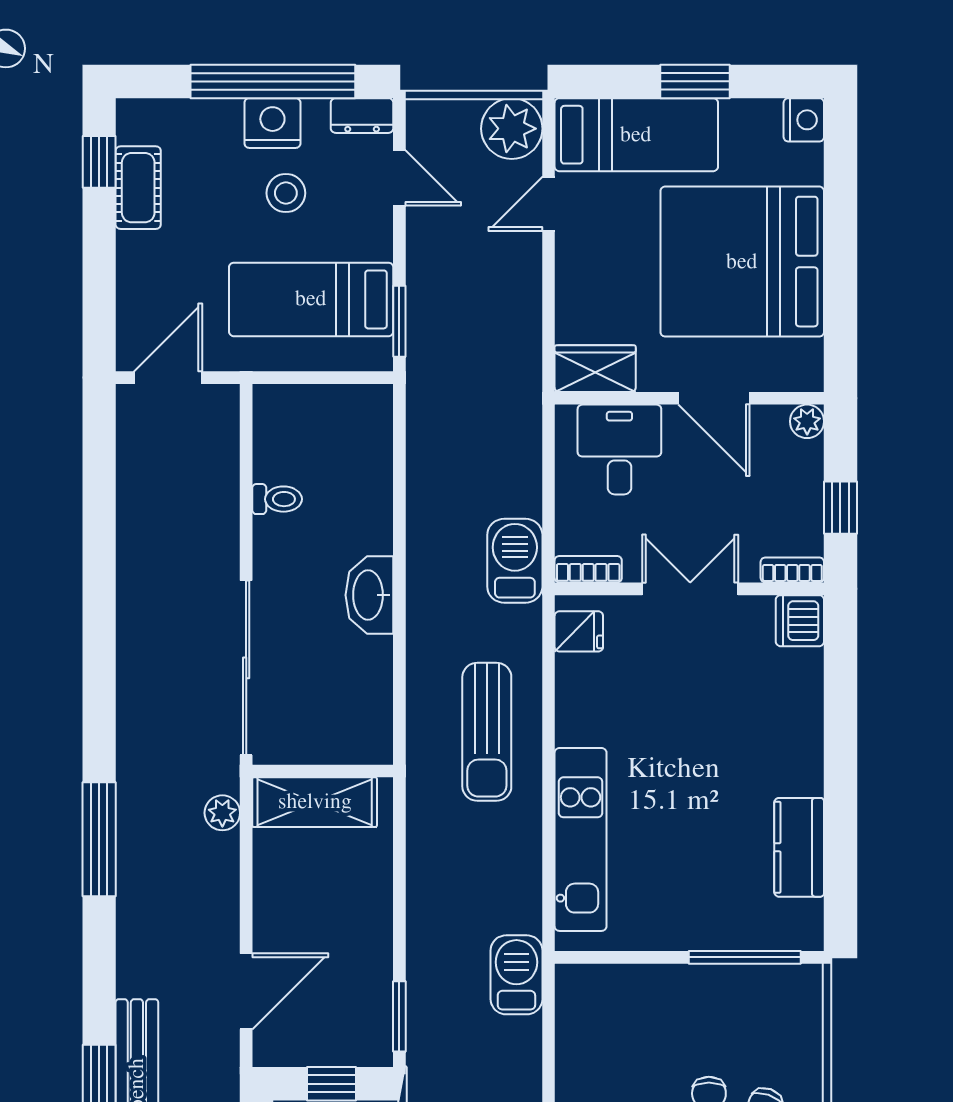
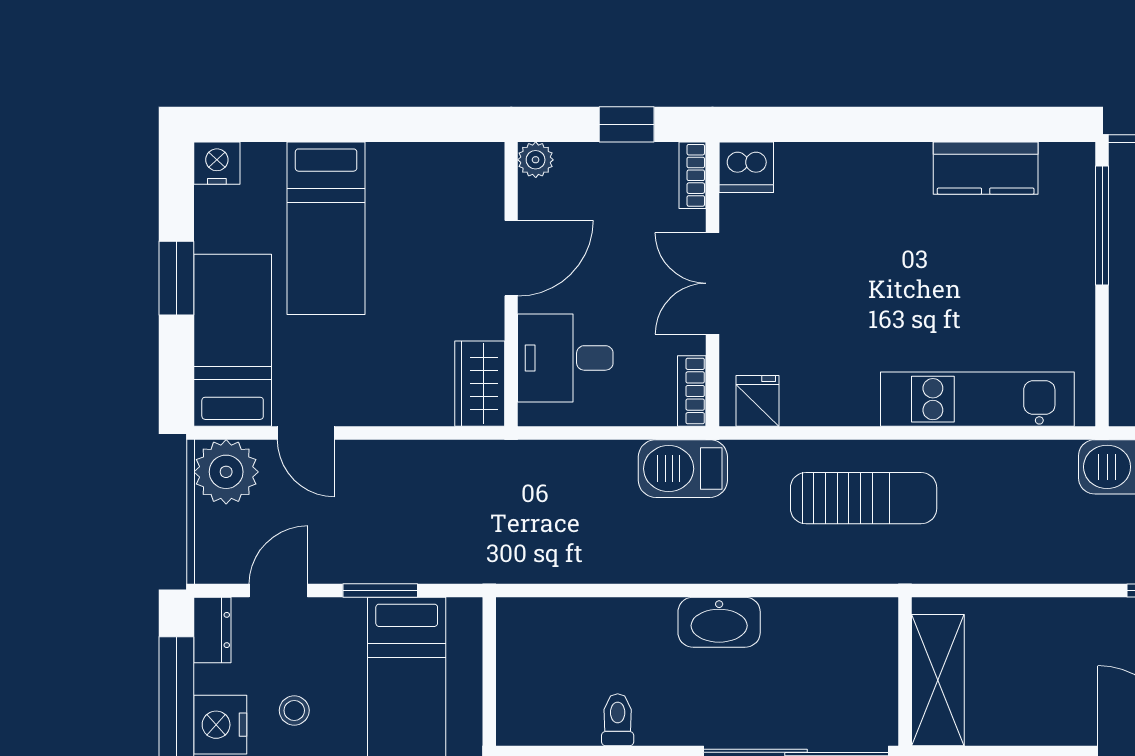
stool: (286, 193) -> (294, 710), width x0.73, depth x0.73
bed: (742, 262) -> (326, 228), width x0.49
window: (399, 321) -> (380, 591), moved

